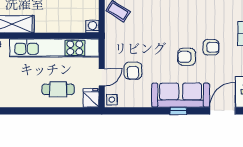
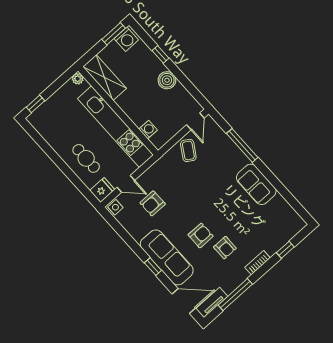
washing machine: (92, 27) -> (148, 130), moved
armchair: (187, 57) -> (201, 235), turned 90

